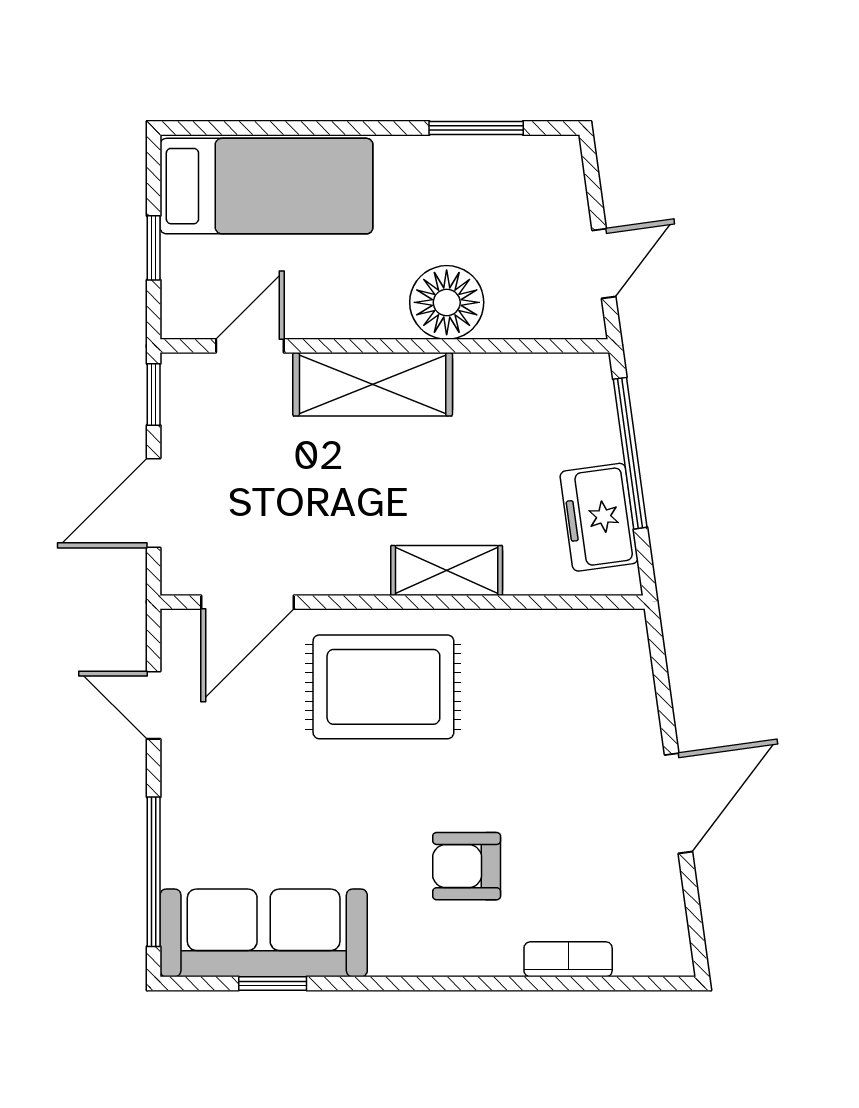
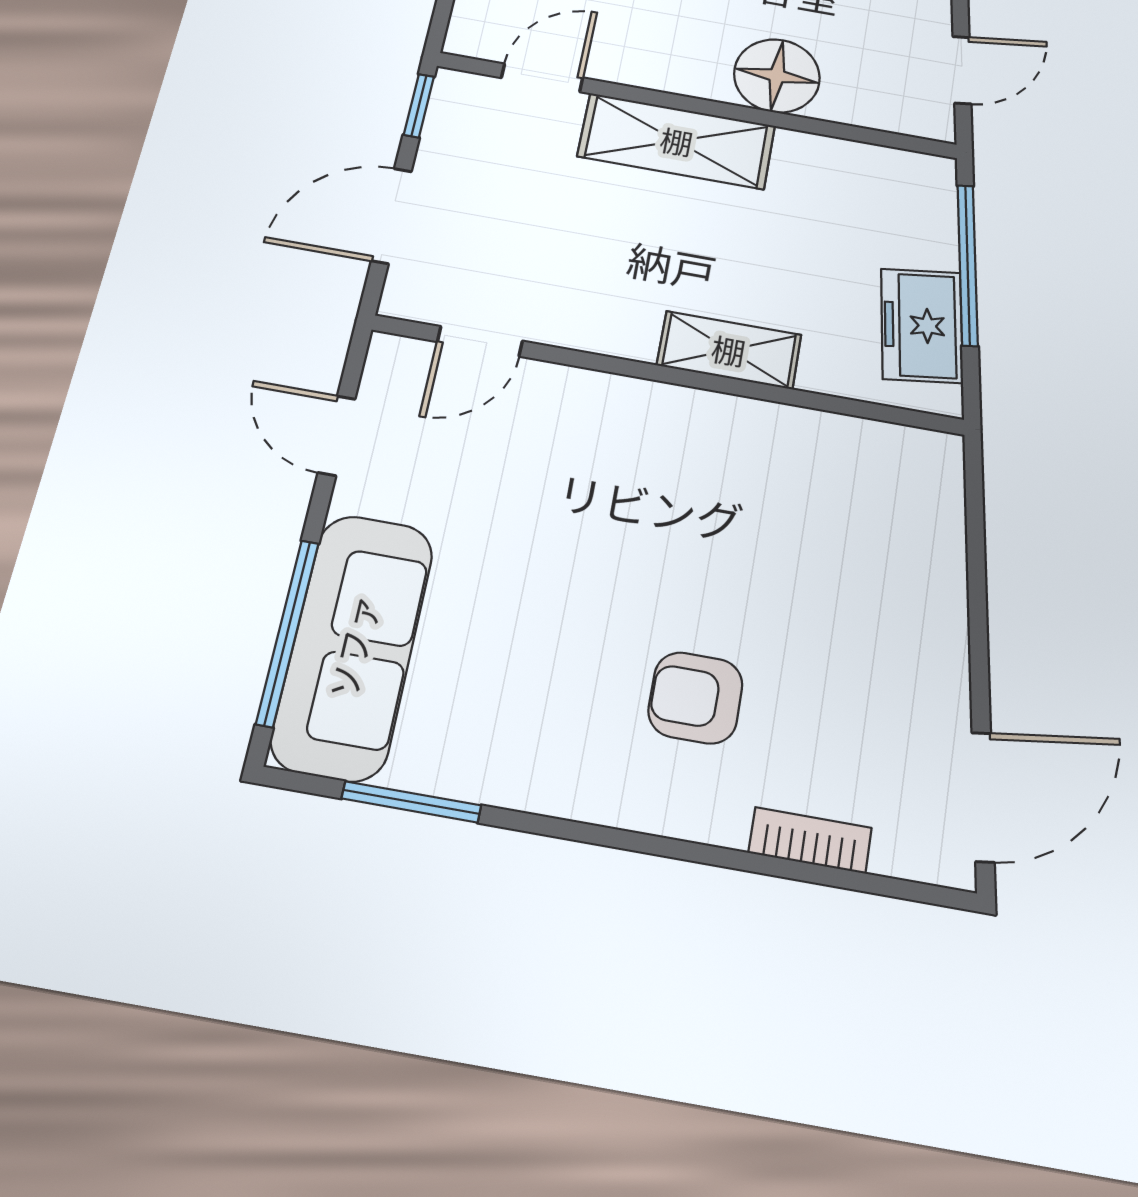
door: (247, 602) -> (480, 341), width x0.73
rug: (383, 687) -> (628, 466), removed
door: (678, 803) -> (983, 797), moved
sofa: (264, 933) -> (353, 646), moved, turned 90
window: (273, 983) -> (411, 802), width x1.50

